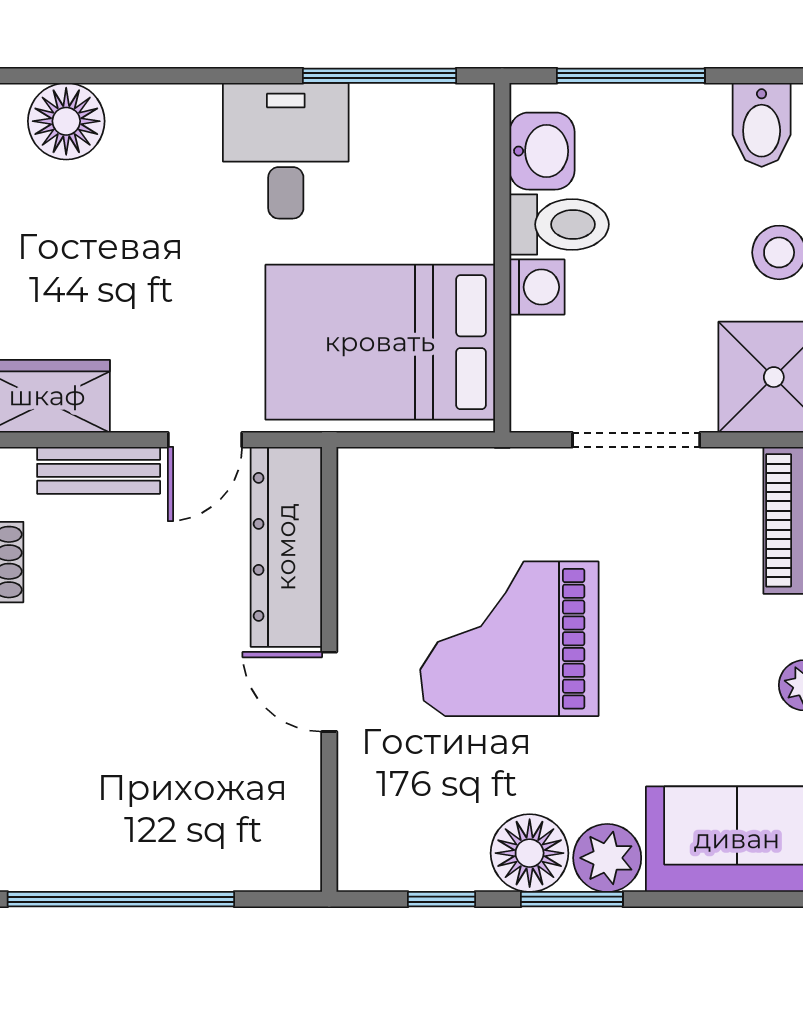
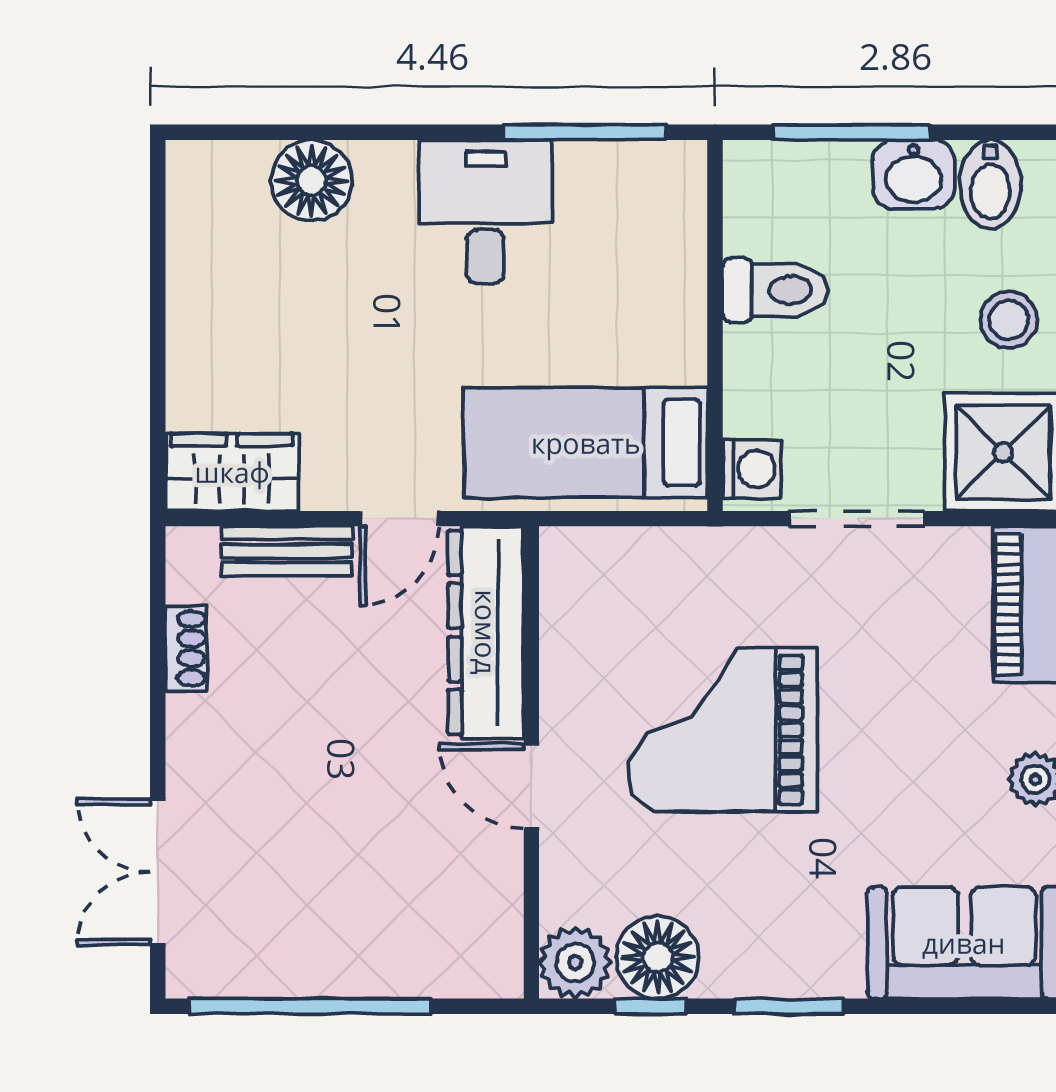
floor lamp: (66, 121) -> (312, 181), moved
washbasin: (542, 151) -> (914, 174), moved, turned 90
washing machine: (537, 287) -> (752, 469), moved
bed: (380, 342) -> (586, 443), width x0.67
floor lamp: (530, 853) -> (658, 957), moved
plant: (607, 858) -> (575, 963), moved

